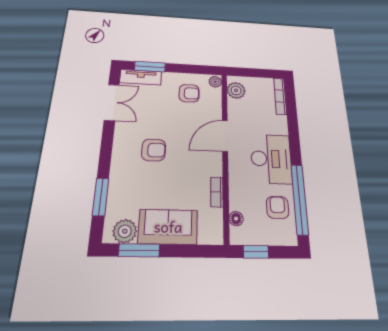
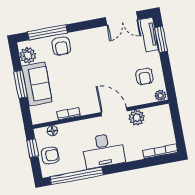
plant: (236, 90) -> (137, 118), moved
armchair: (154, 150) -> (61, 46), moved
window: (101, 197) -> (48, 32), width x1.44
armchair: (277, 207) -> (50, 155), moved
window: (139, 250) -> (21, 84), moved

